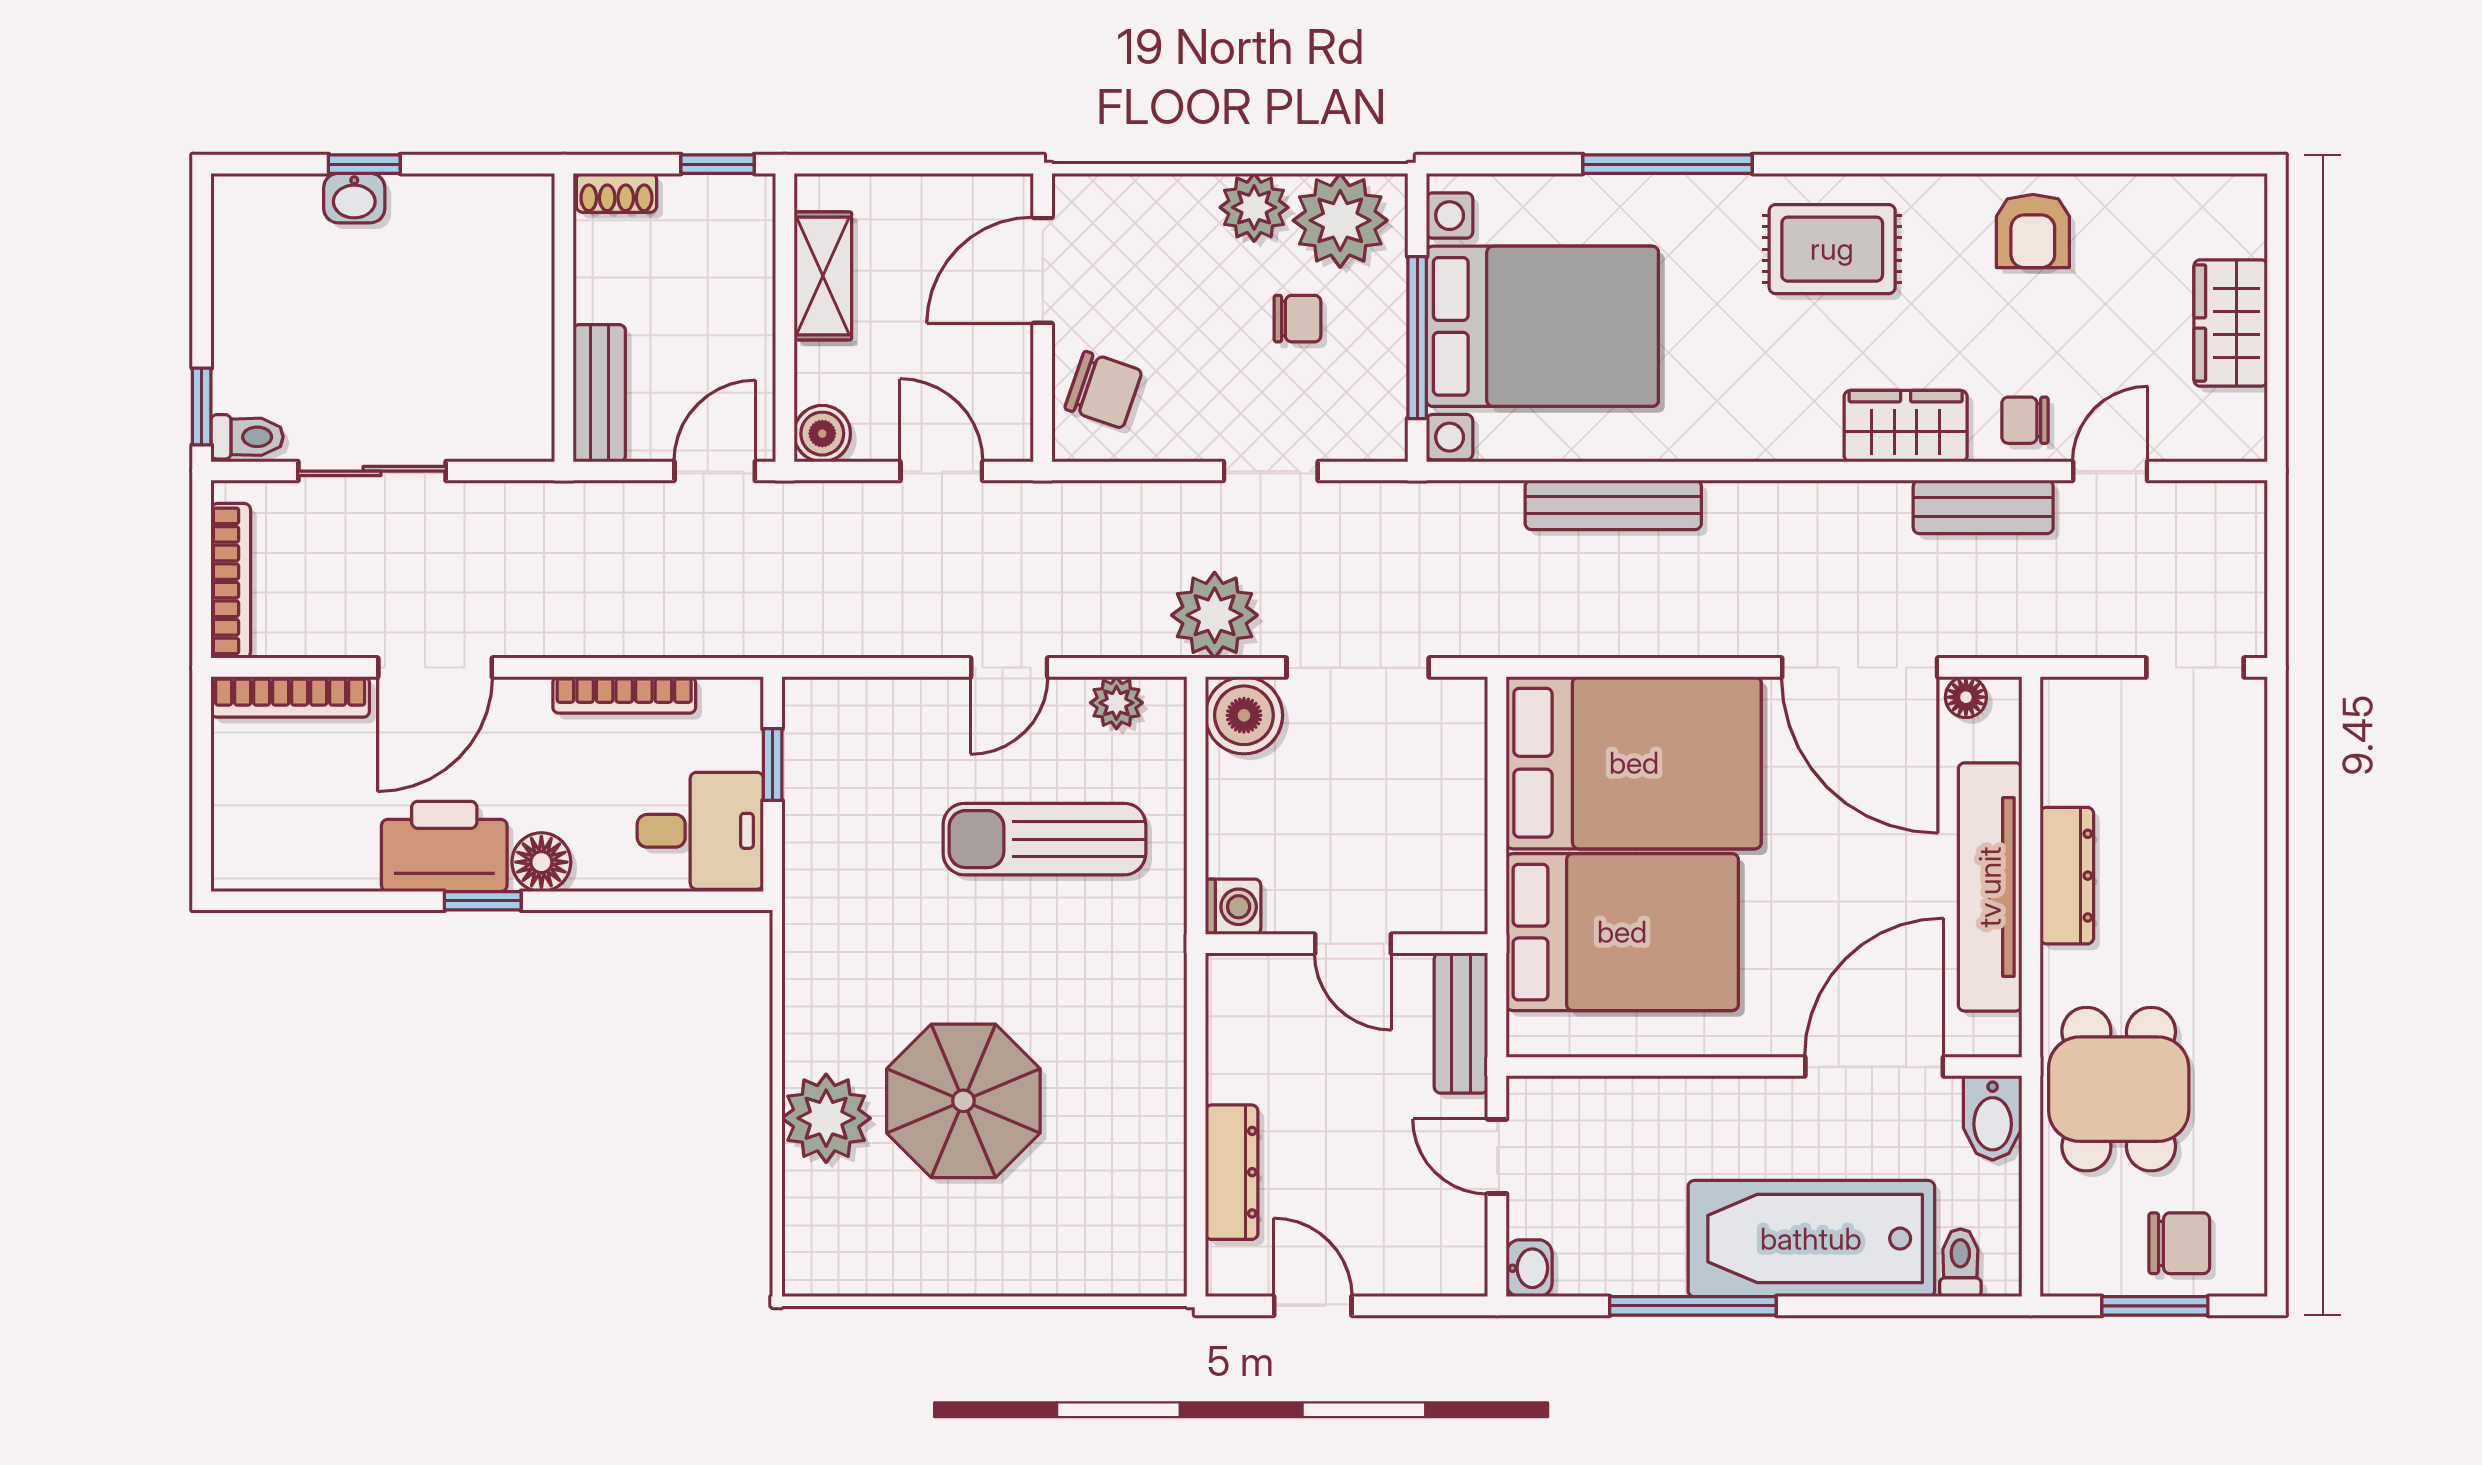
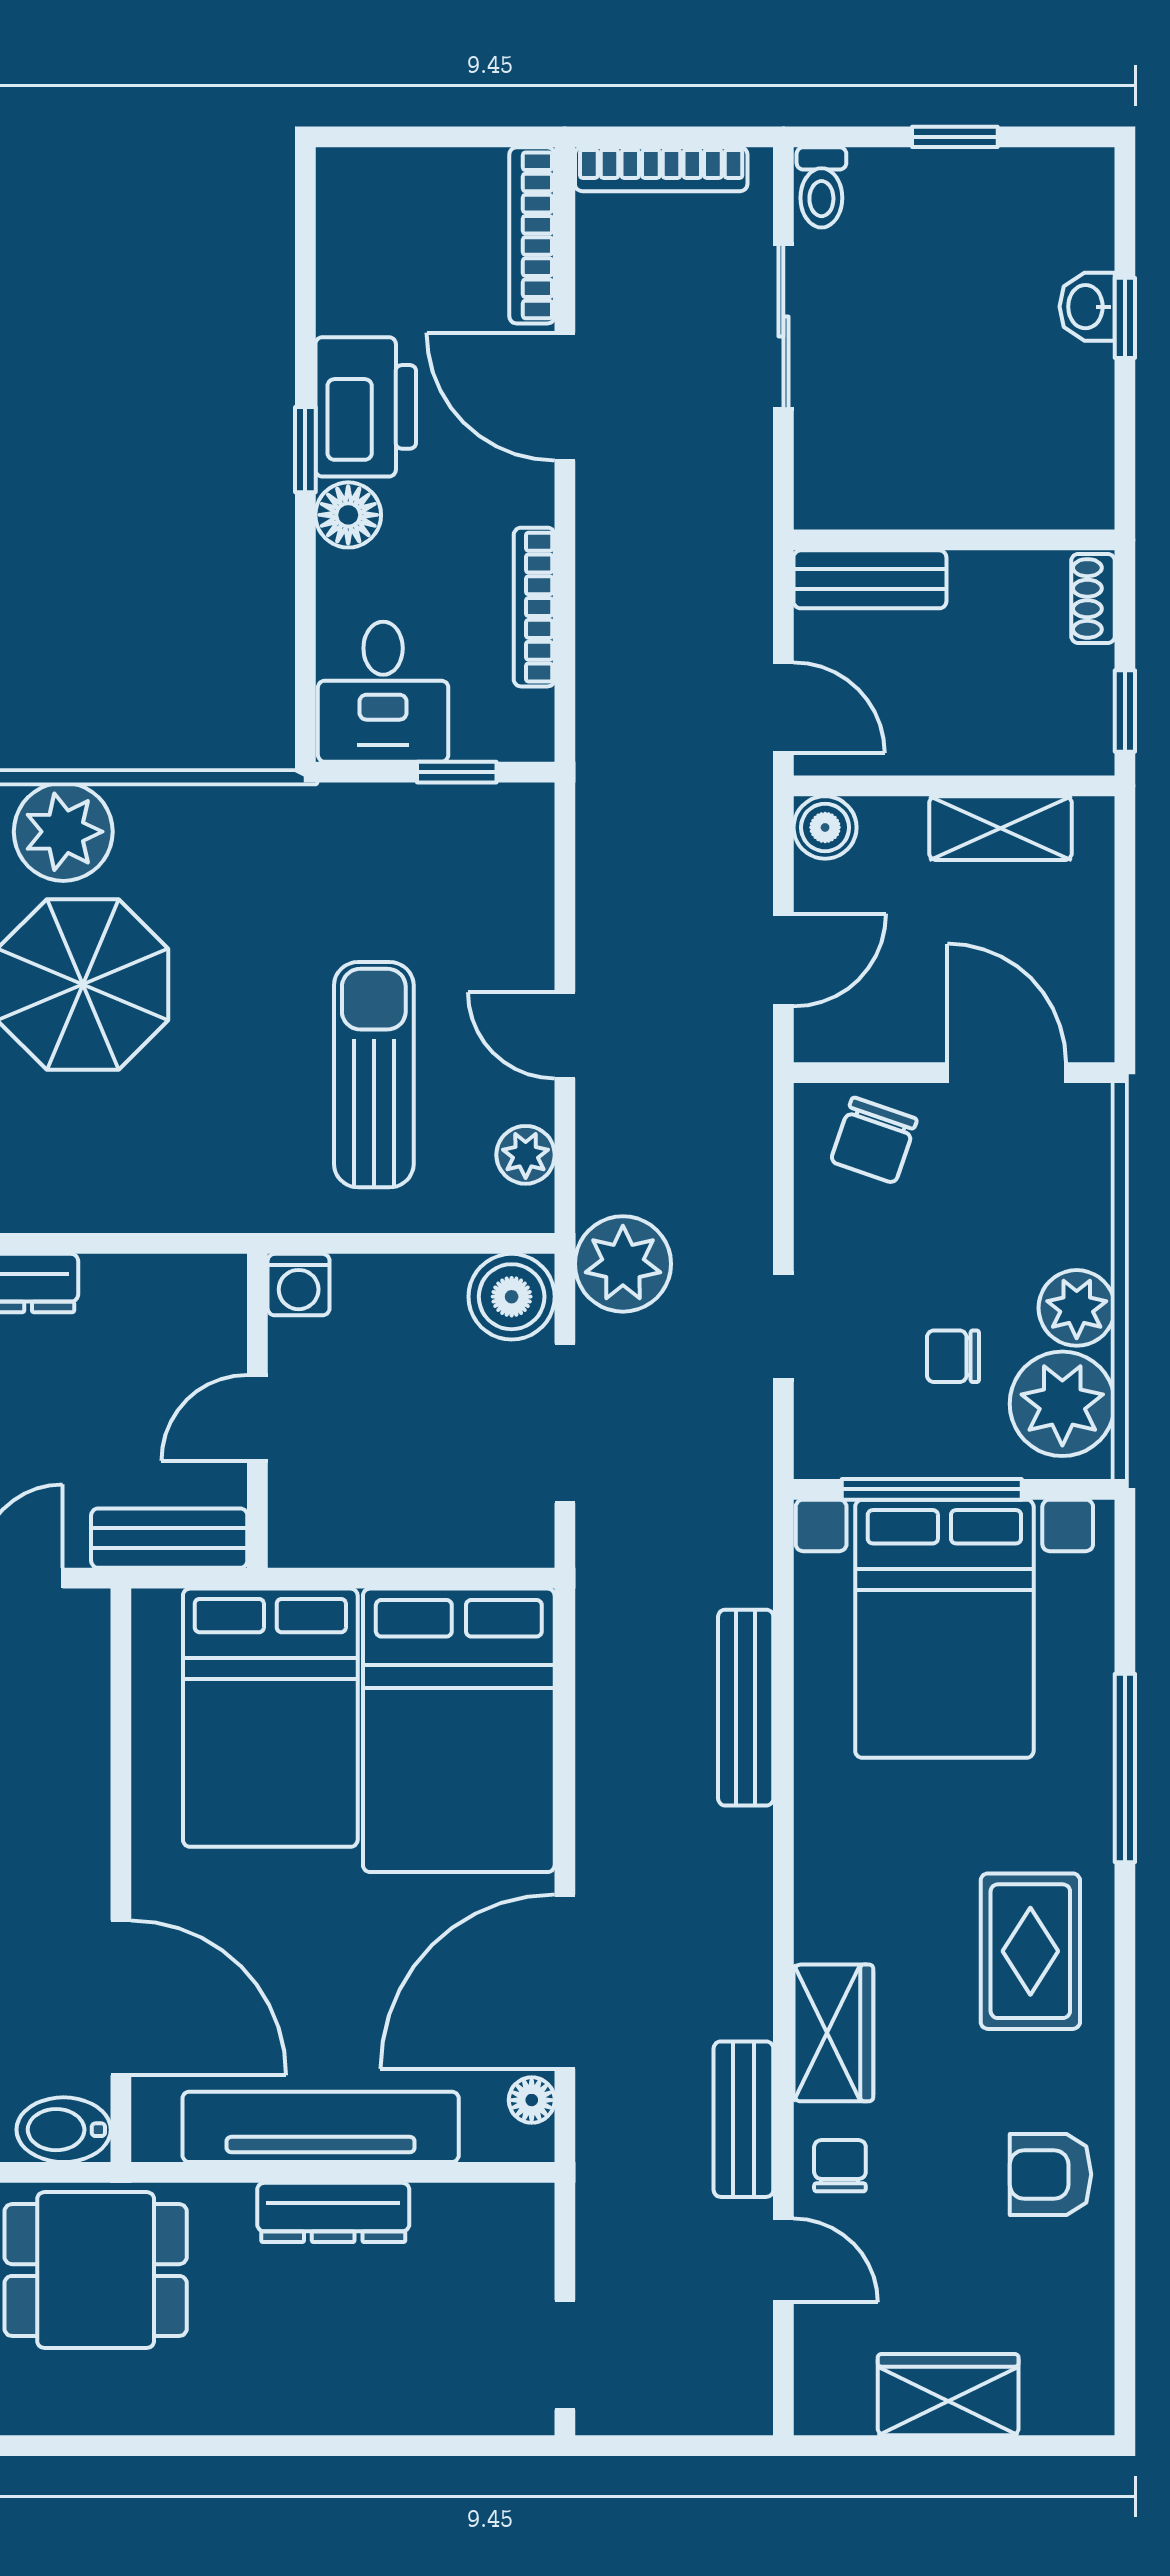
chair: (1298, 319) -> (953, 1356), turned 90
window: (202, 406) -> (955, 137), moved

